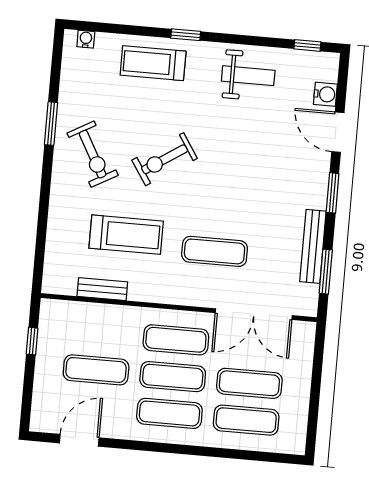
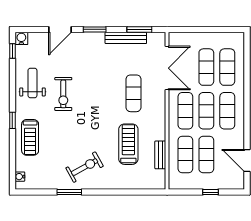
water cooler: (325, 94) -> (21, 38), moved
exercise bike: (165, 159) -> (63, 94), moved, turned 33
exercise mat: (99, 333) -> (185, 154), added
window: (32, 341) -> (210, 192), moved

